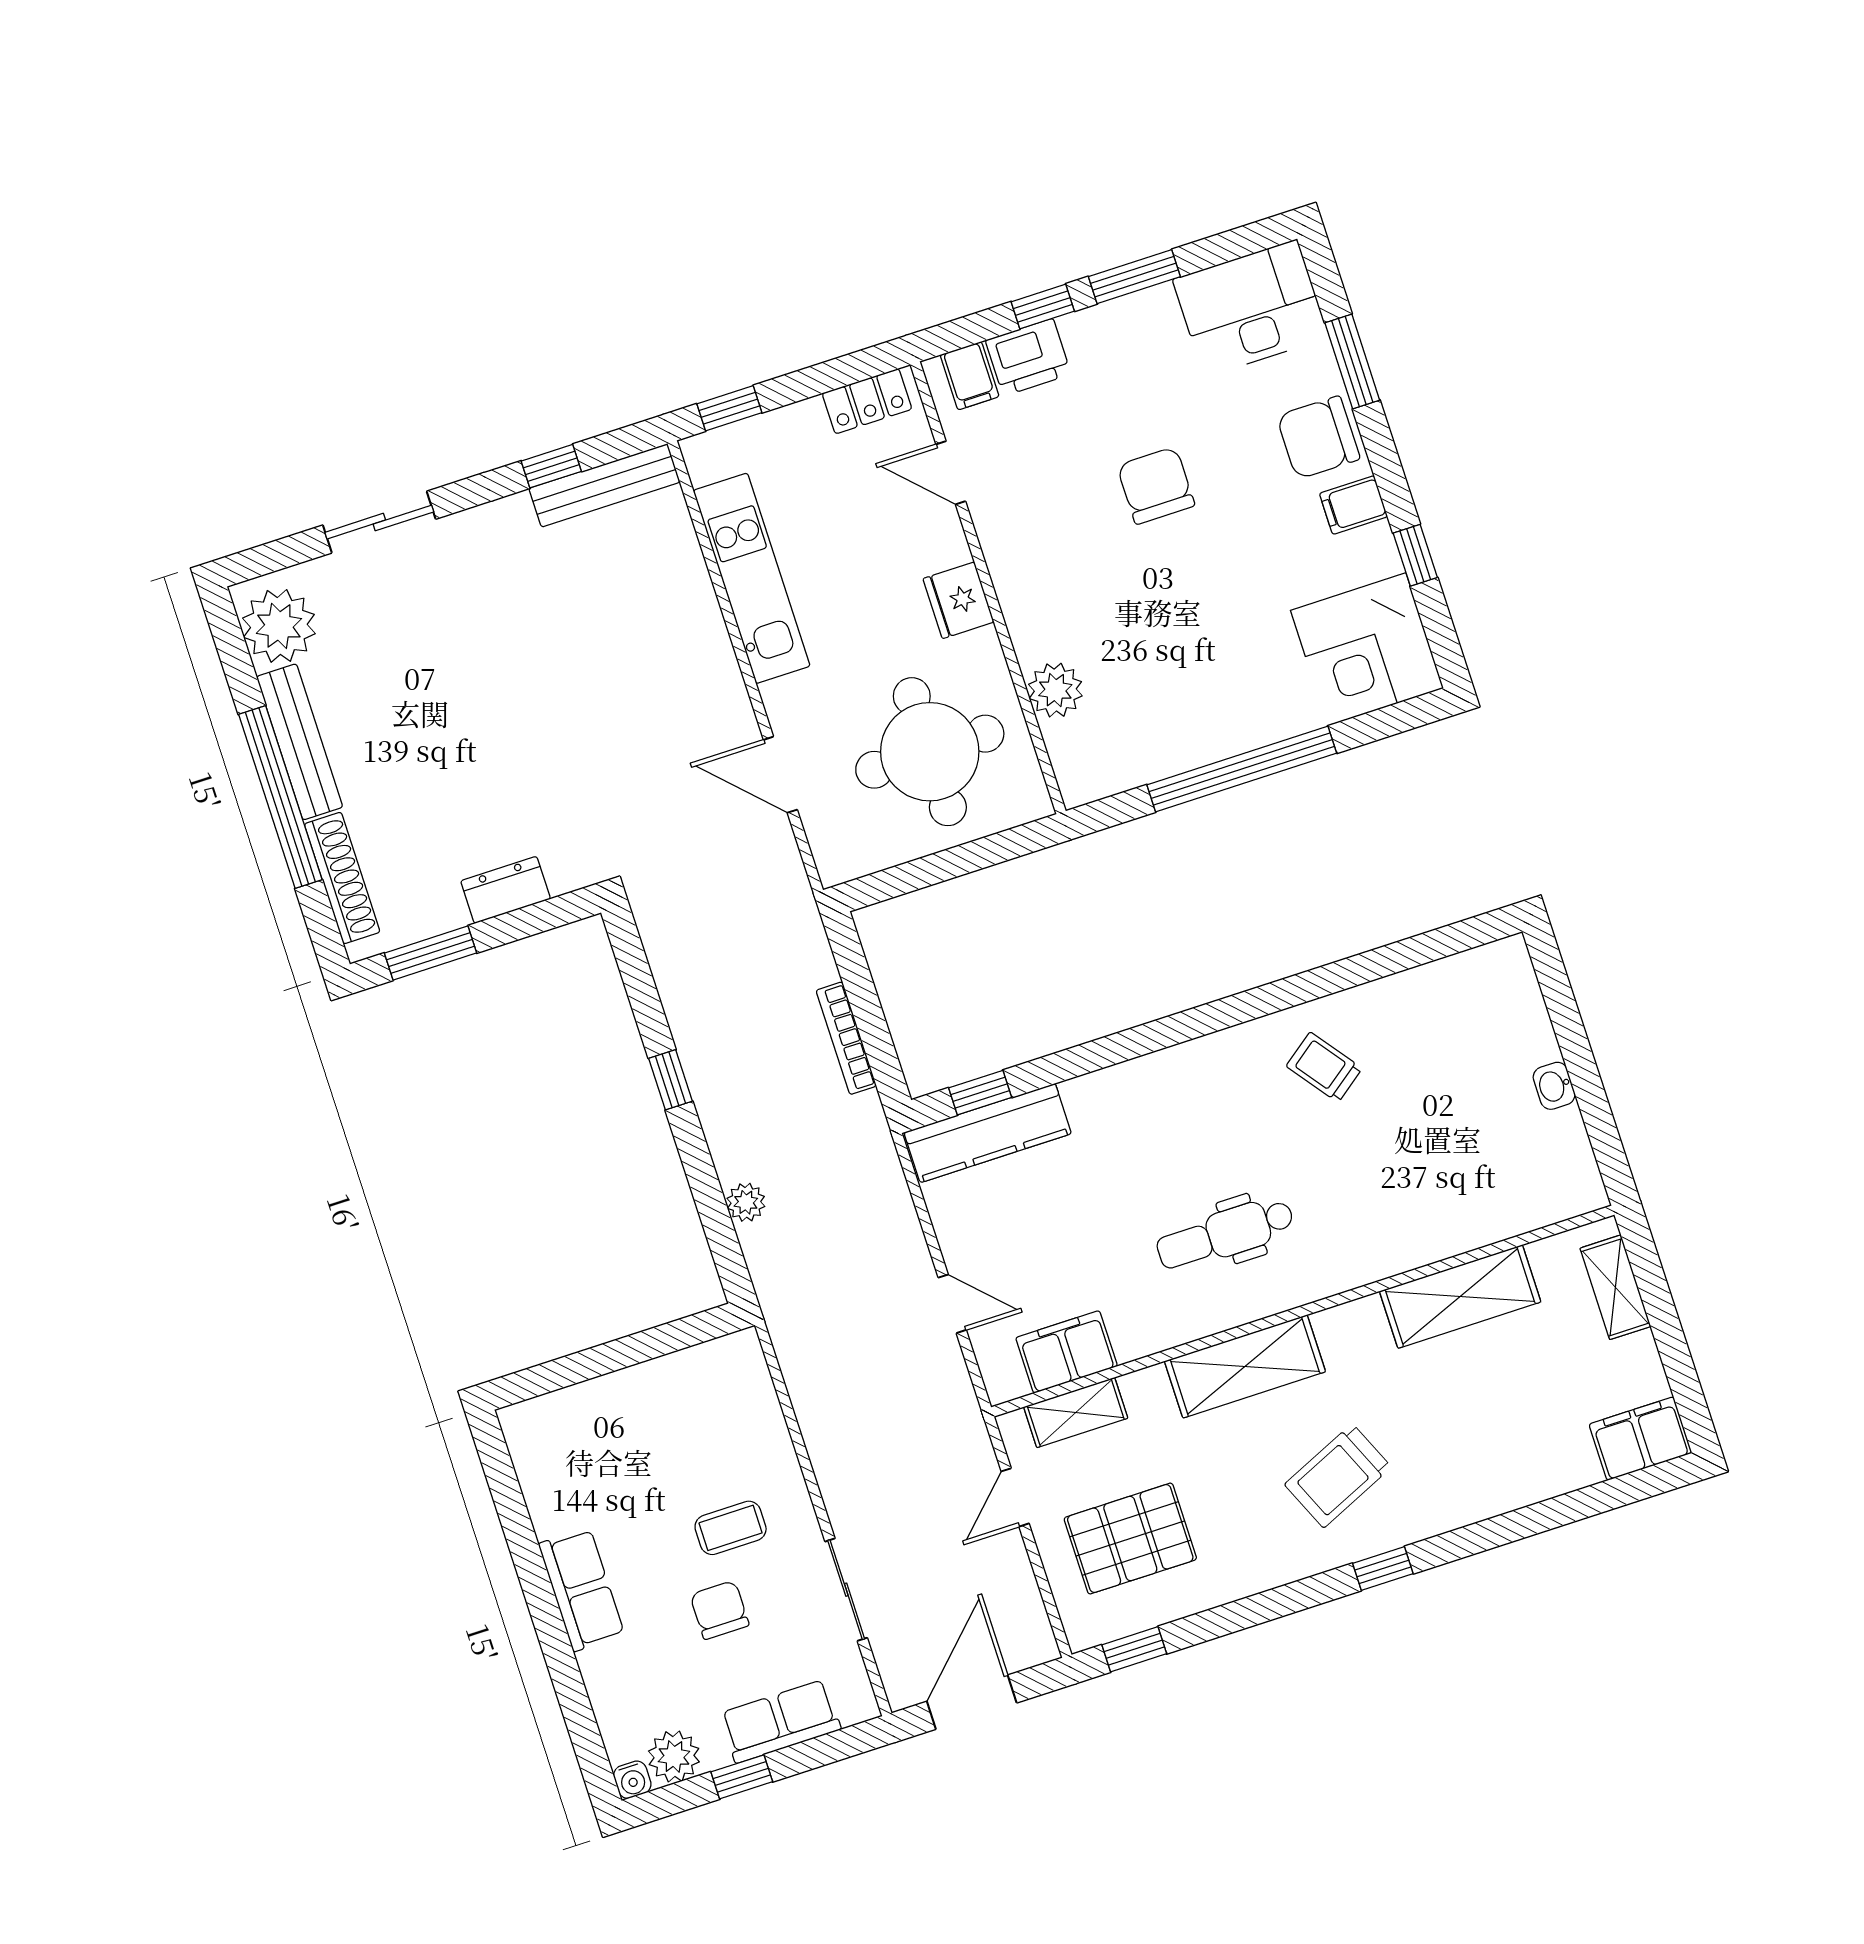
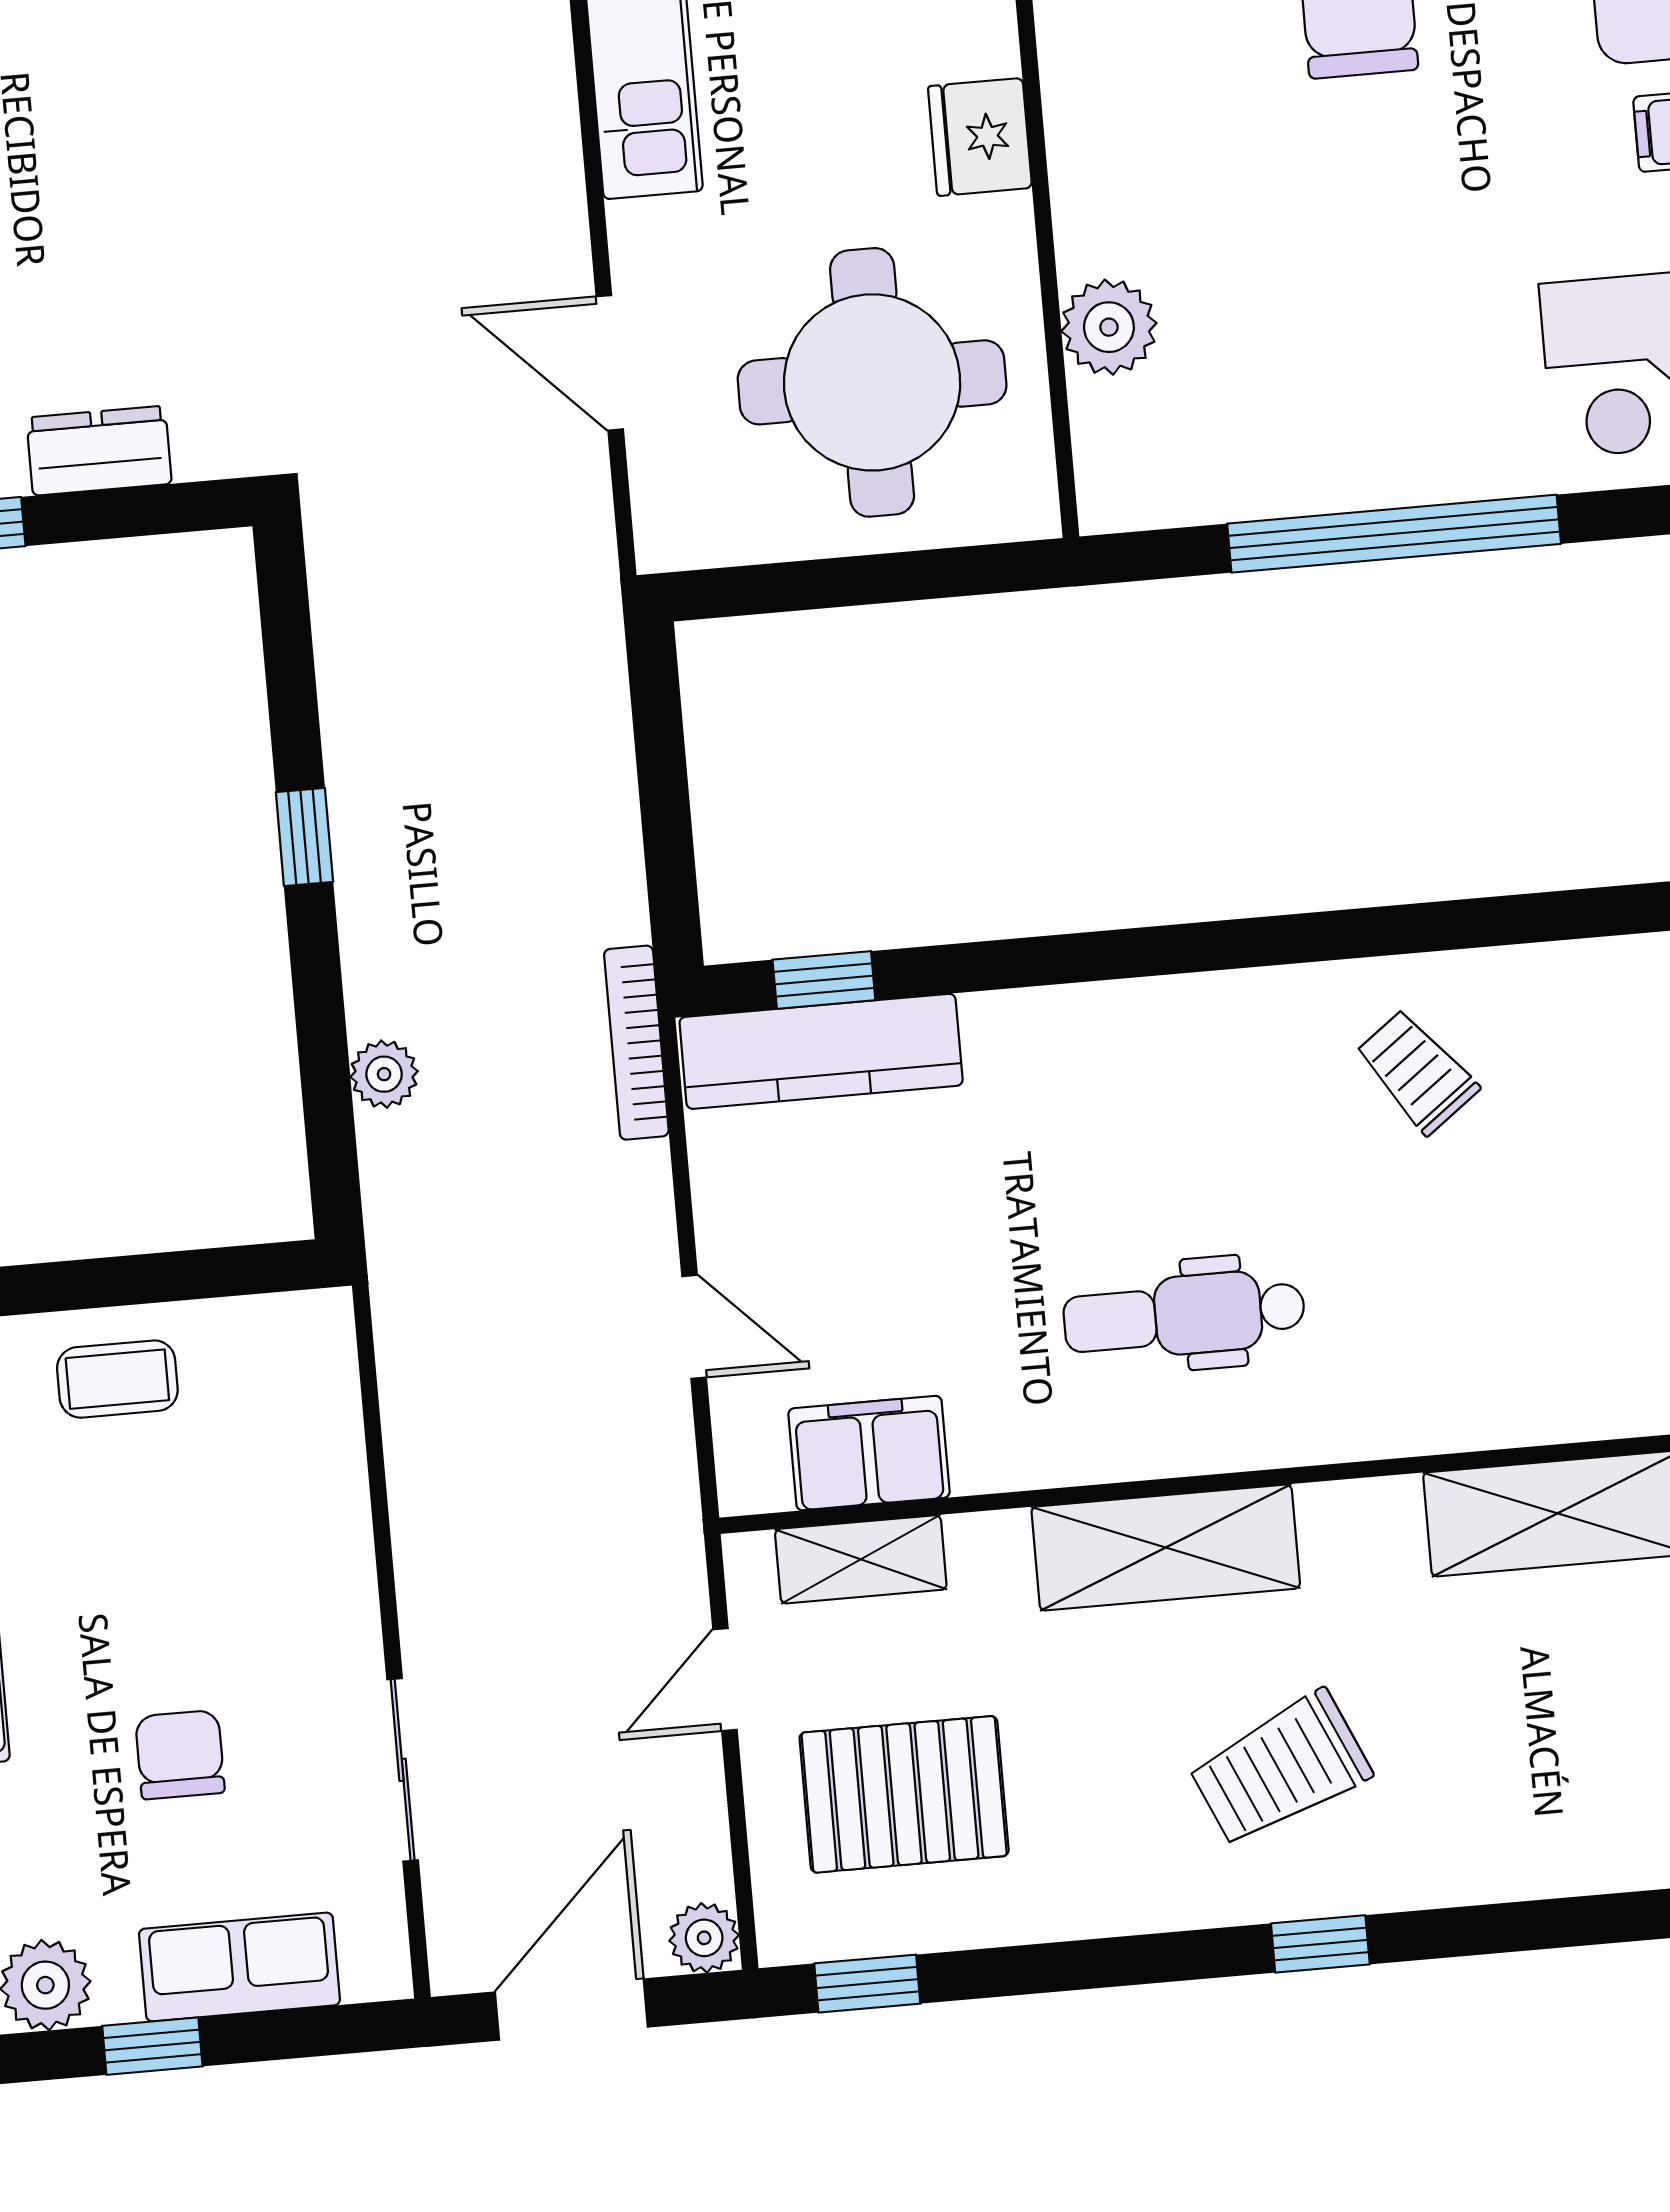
bookcase: (846, 1038) -> (636, 1043), moved
coffee table: (731, 1528) -> (117, 1379), moved
plant: (1037, 1645) -> (704, 1938), added

